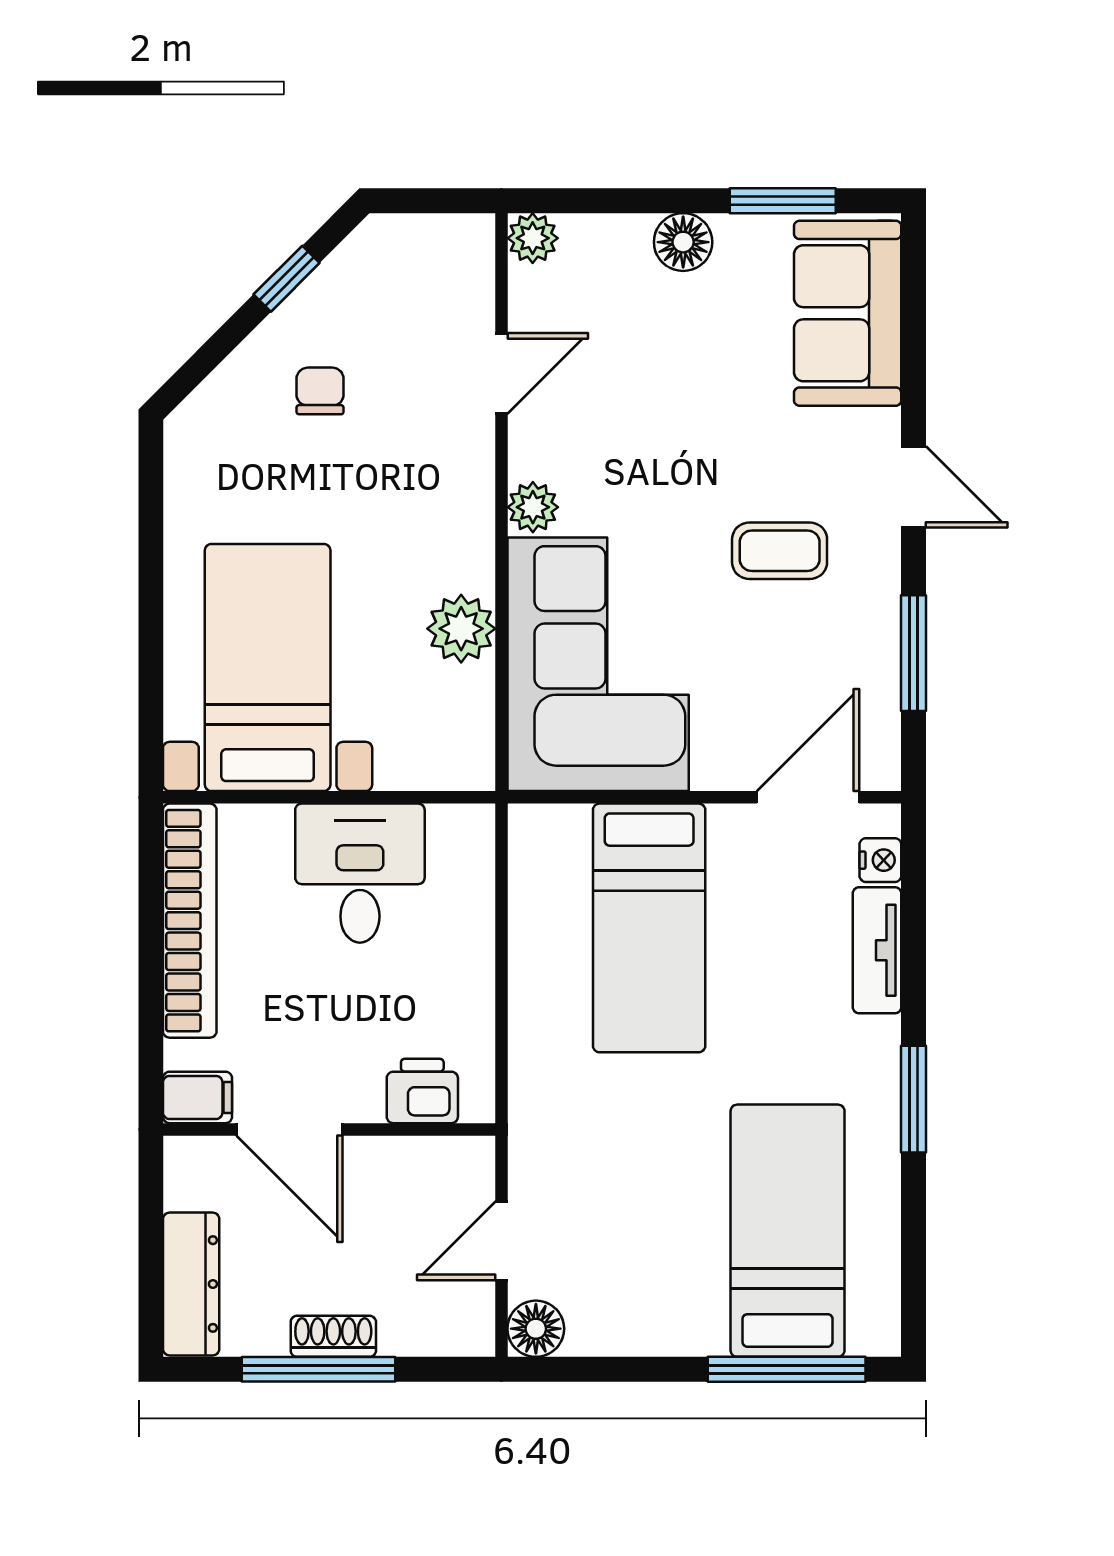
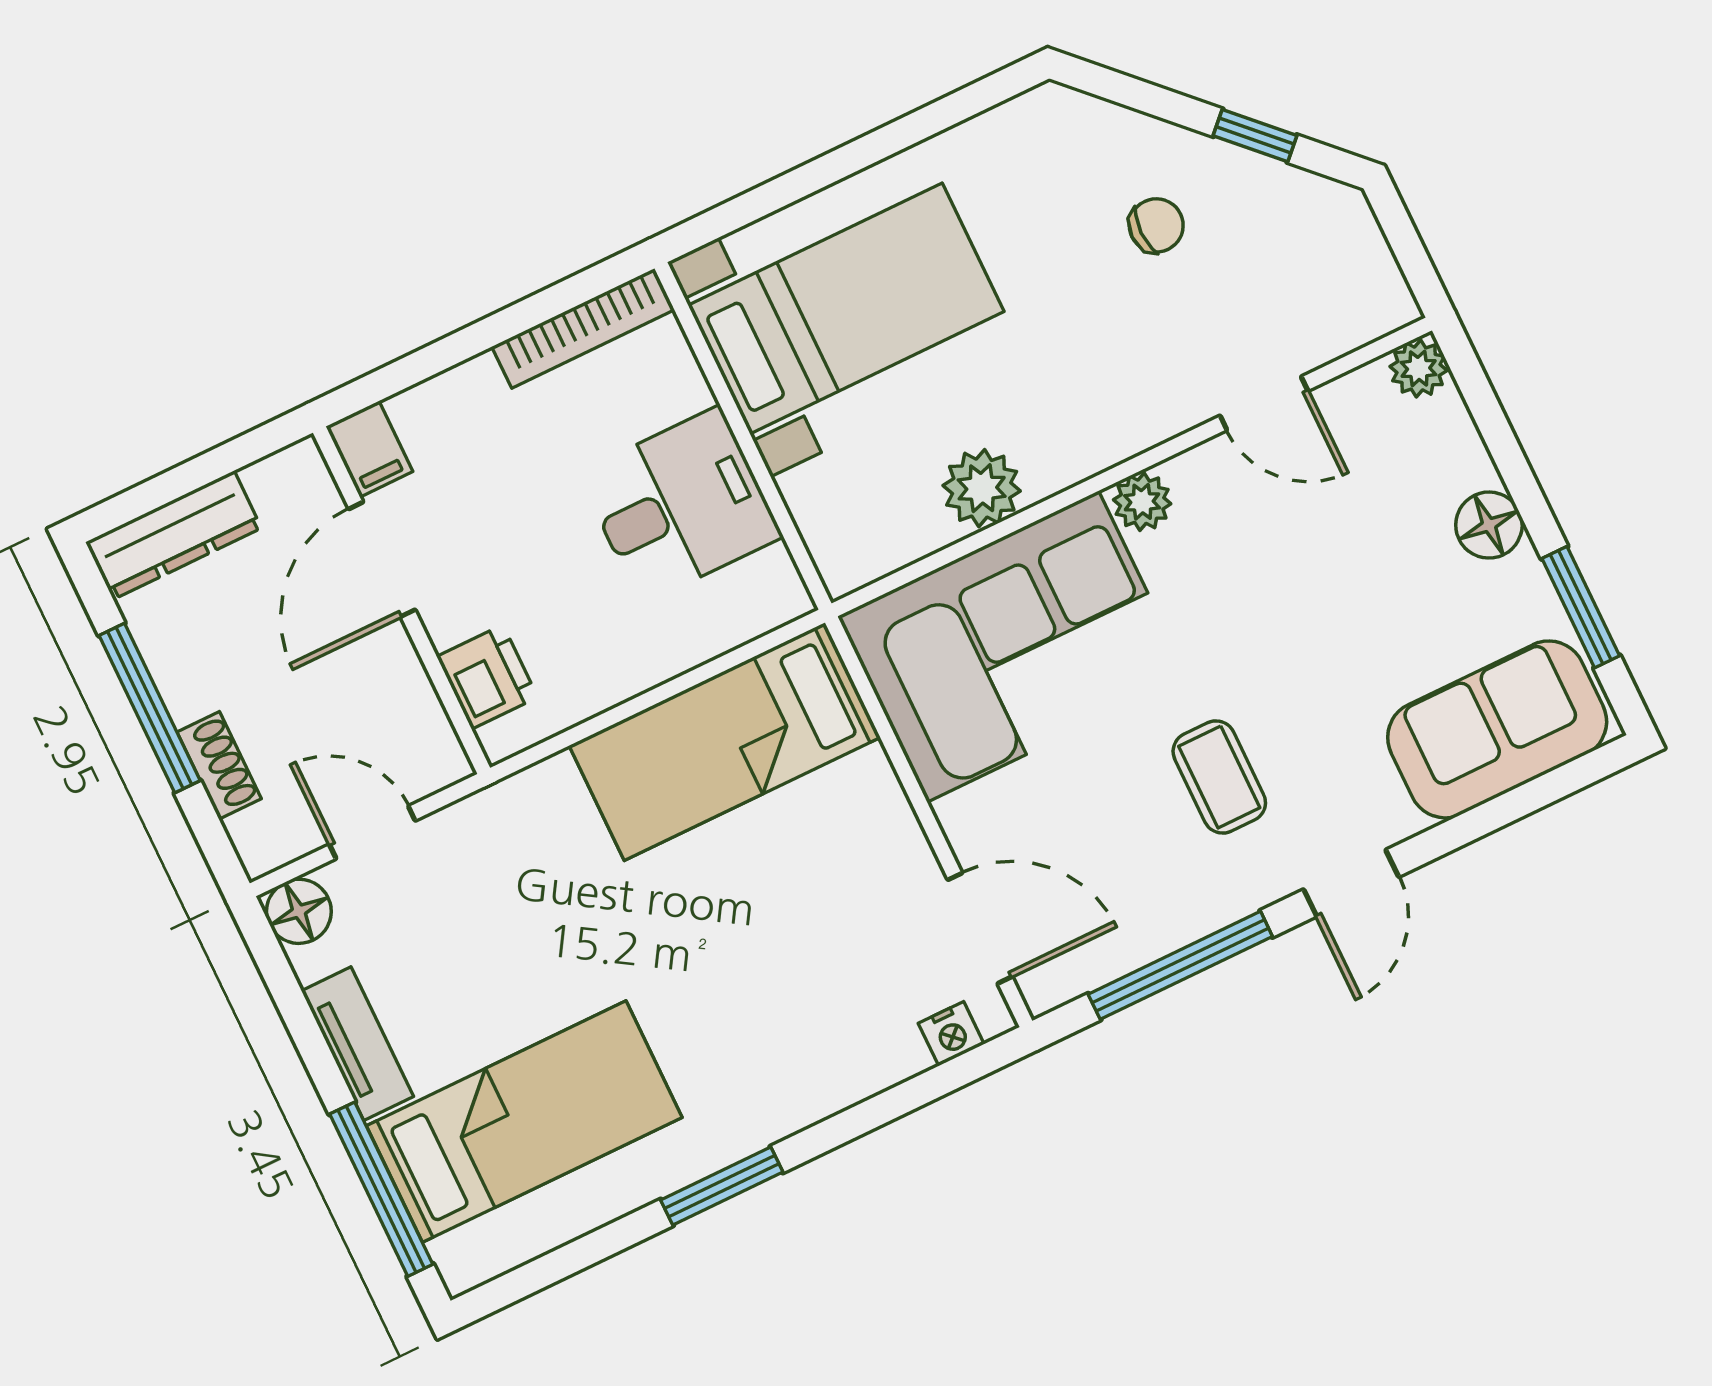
window: (913, 653) -> (1180, 965), width x1.44
bookcase: (190, 921) -> (583, 328), width x0.68, depth x0.76
bed: (649, 928) -> (725, 742), moved
tv unit: (877, 950) -> (357, 1044), moved, turned 90
shoe rack: (333, 1336) -> (219, 765), moved

